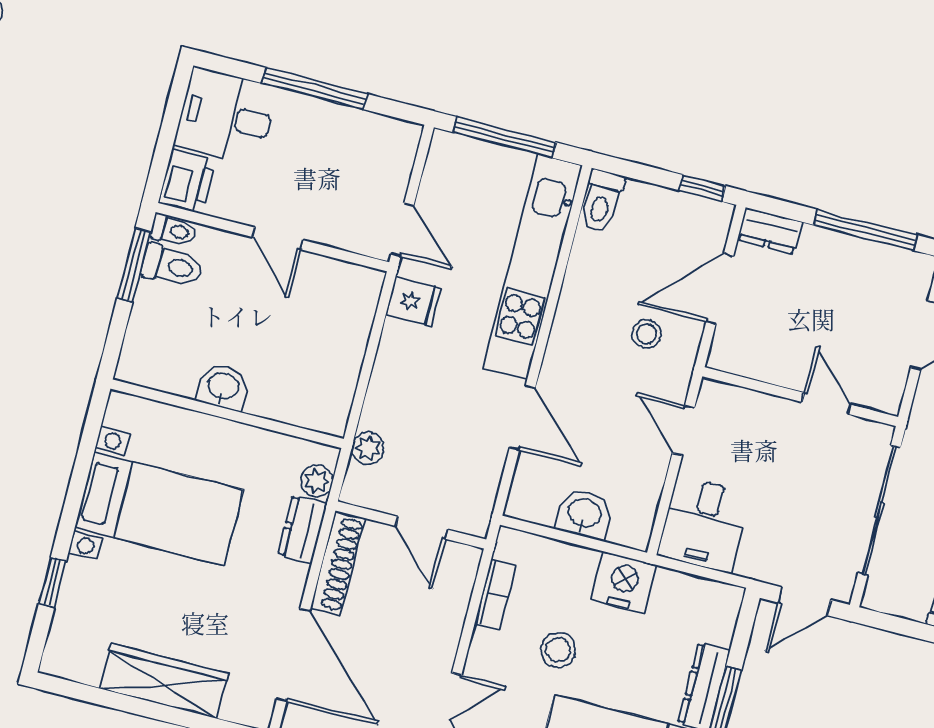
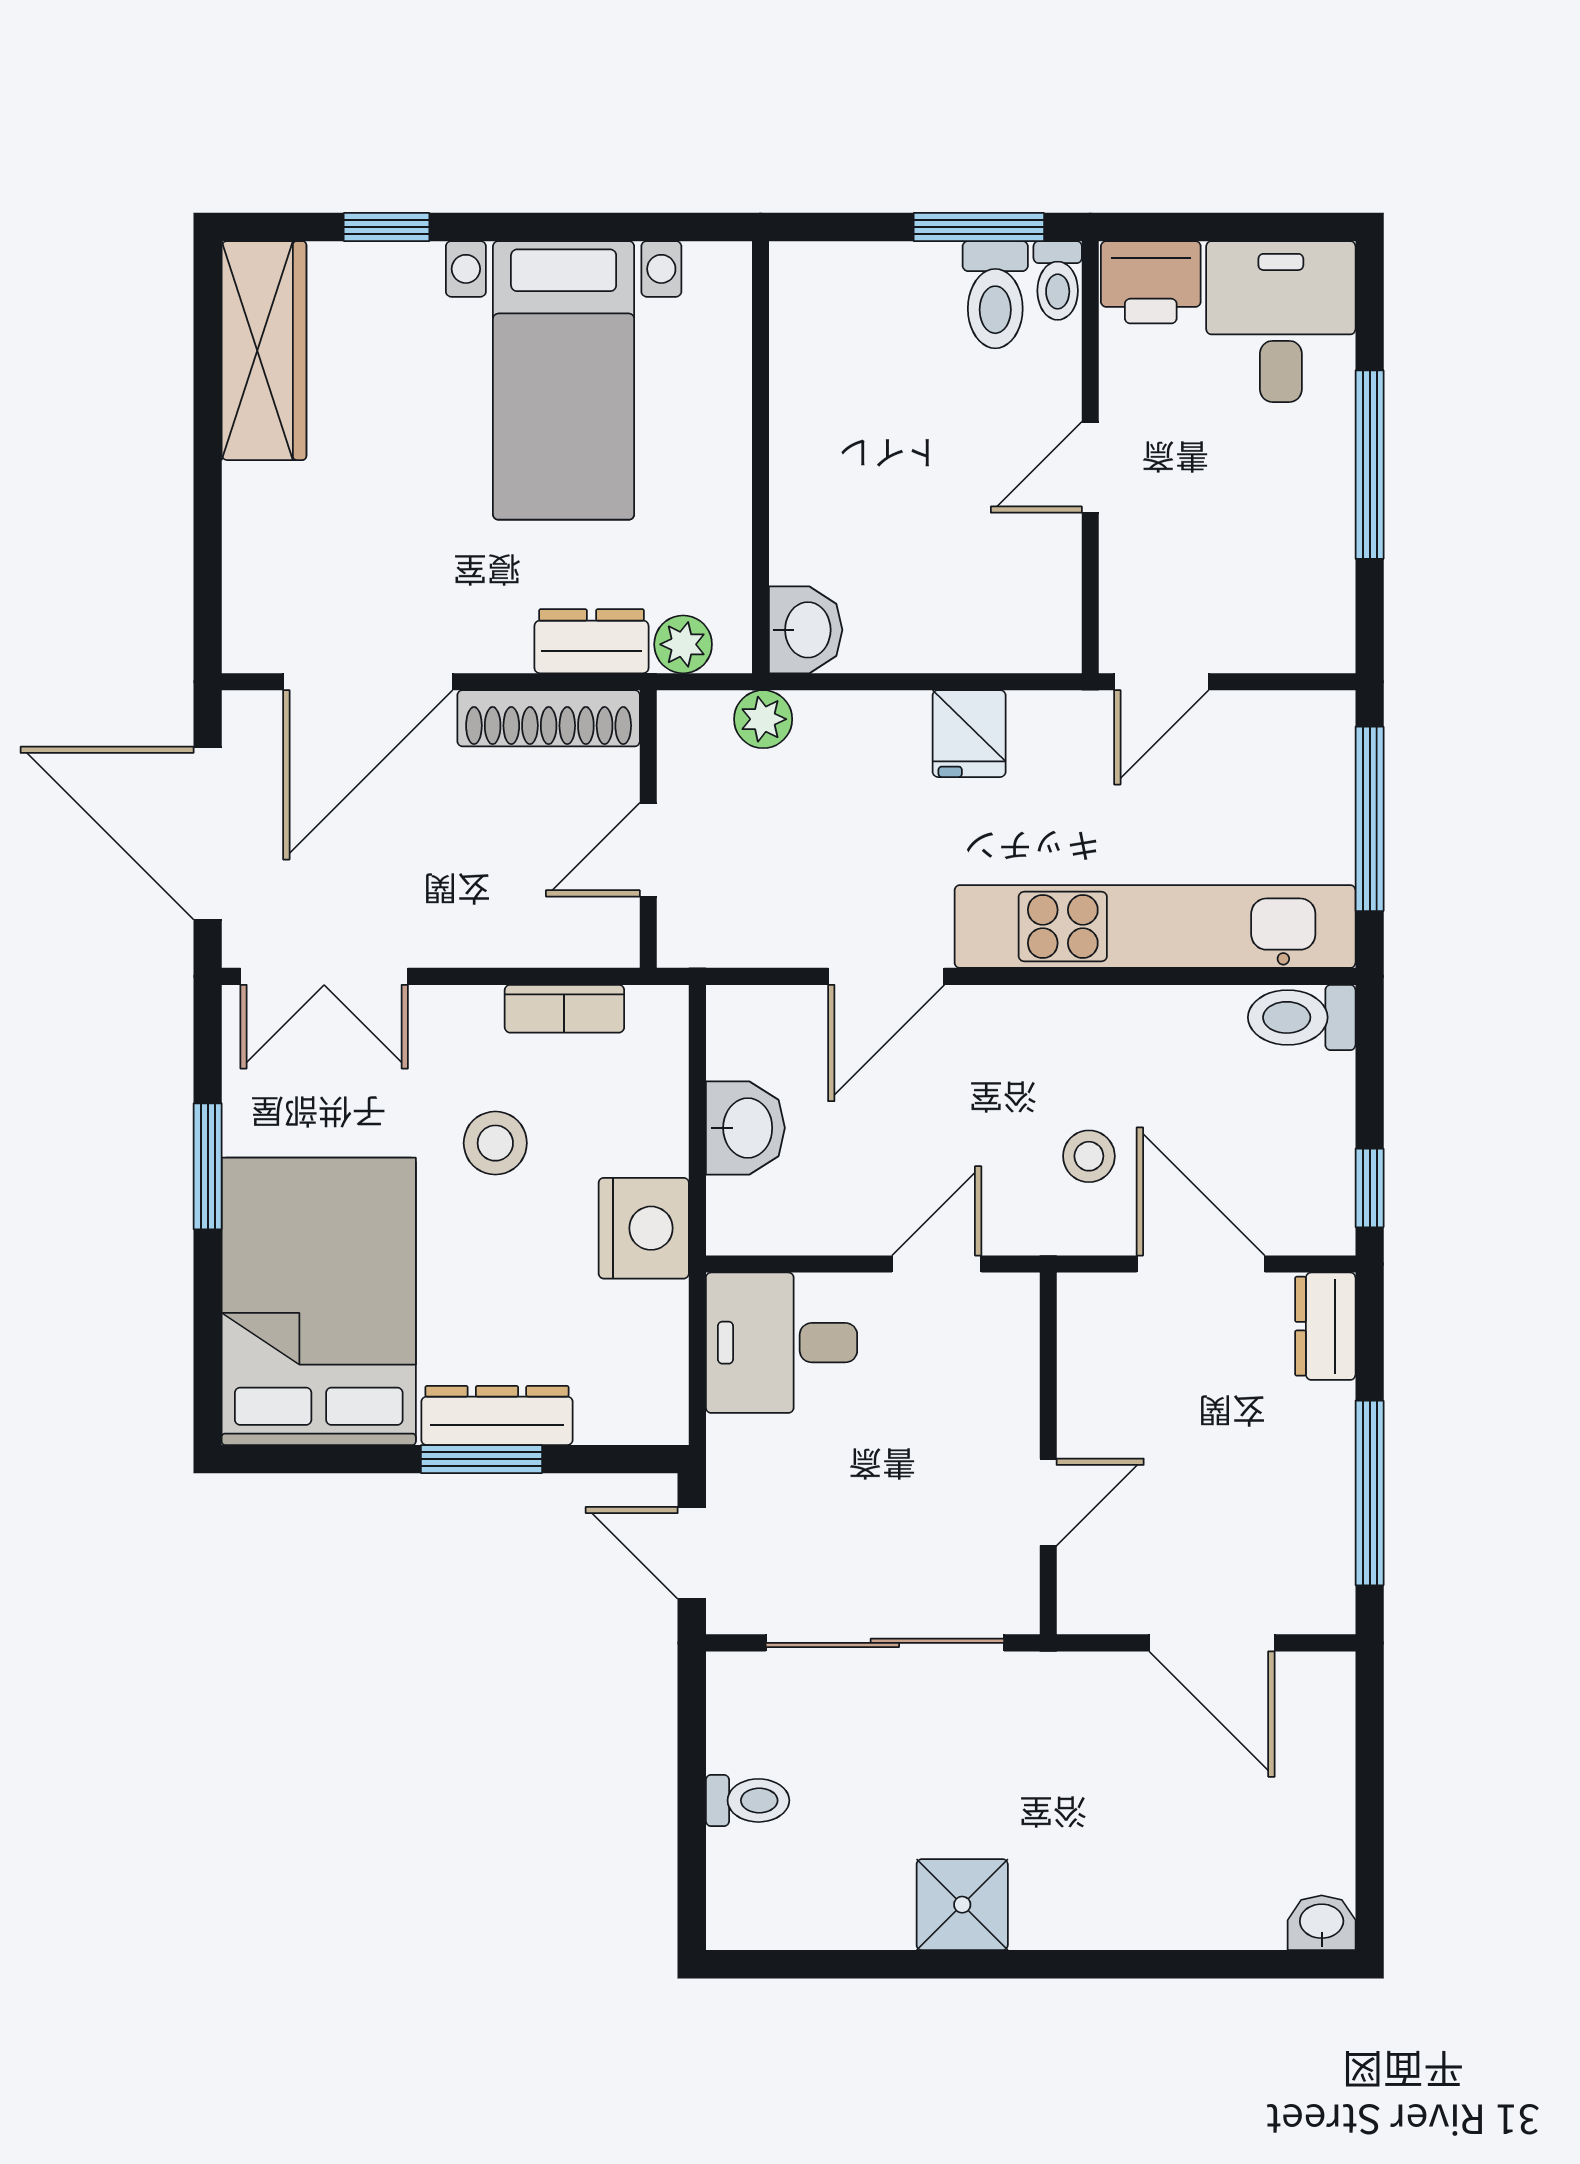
fridge: (414, 302) -> (969, 734), moved
washbasin: (223, 387) -> (806, 630), moved
wardrobe: (164, 681) -> (264, 351), moved

